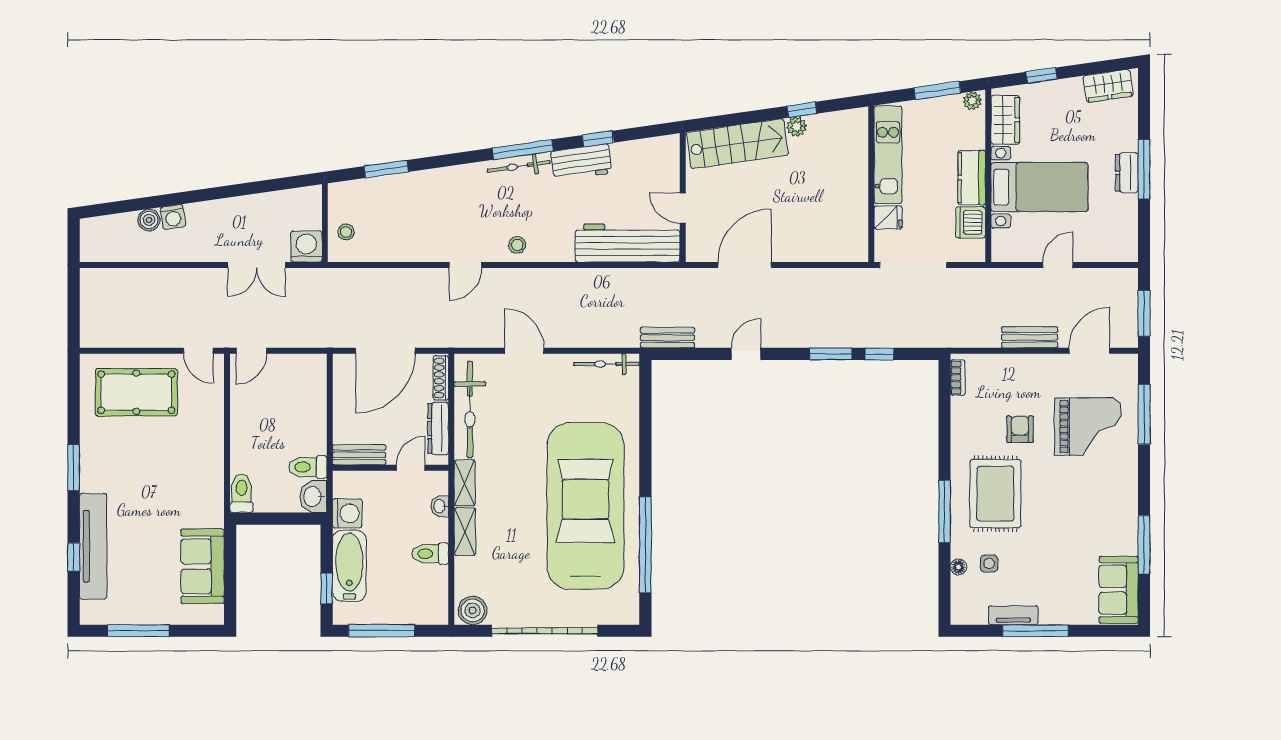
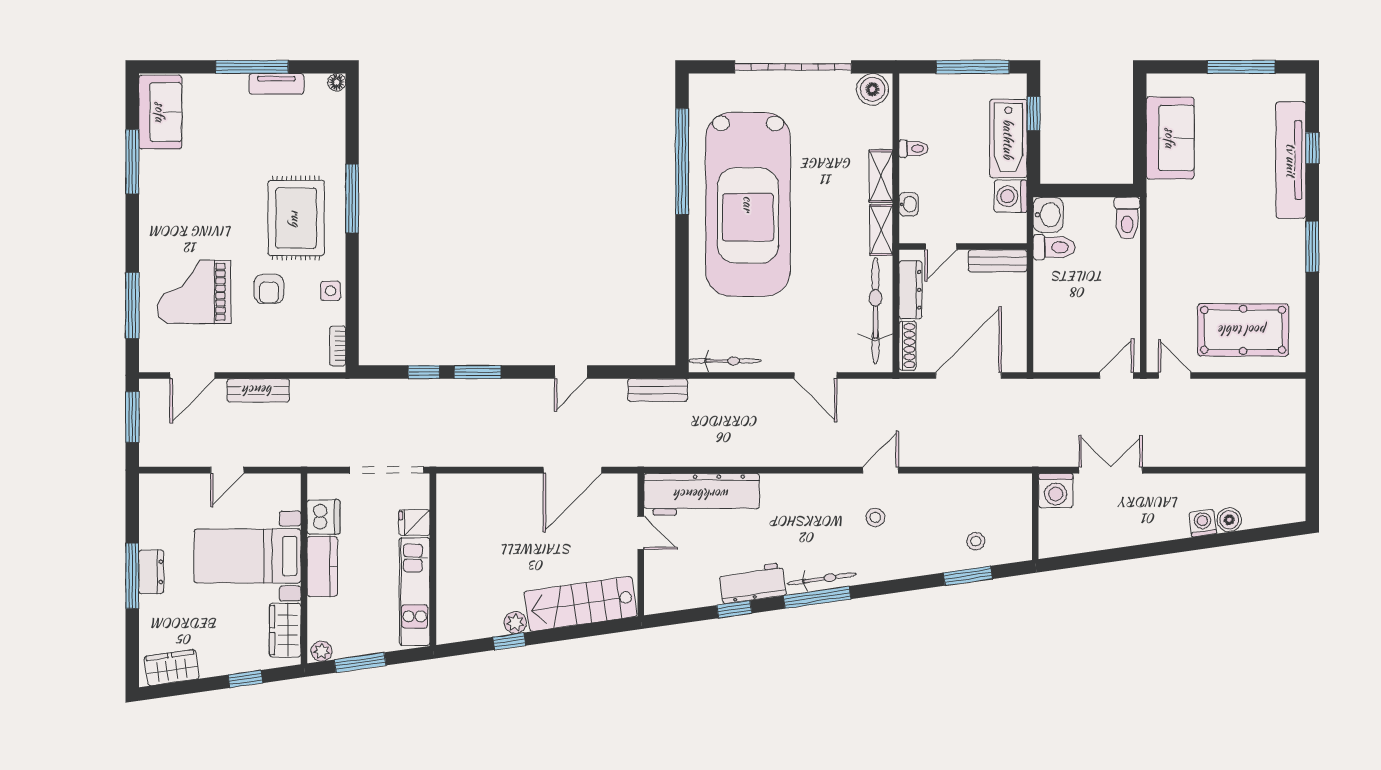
stool: (346, 232) -> (976, 541), moved
stool: (517, 245) -> (875, 517), moved
toilet: (430, 554) -> (914, 149), width x0.73, depth x0.72
side table: (989, 563) -> (331, 291), moved
floor lamp: (959, 567) -> (337, 82), moved

